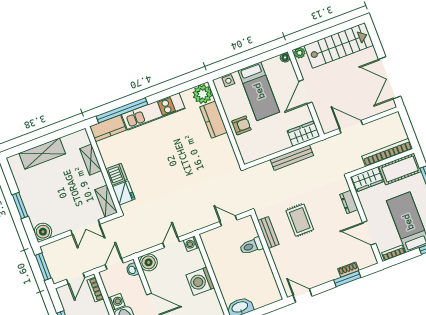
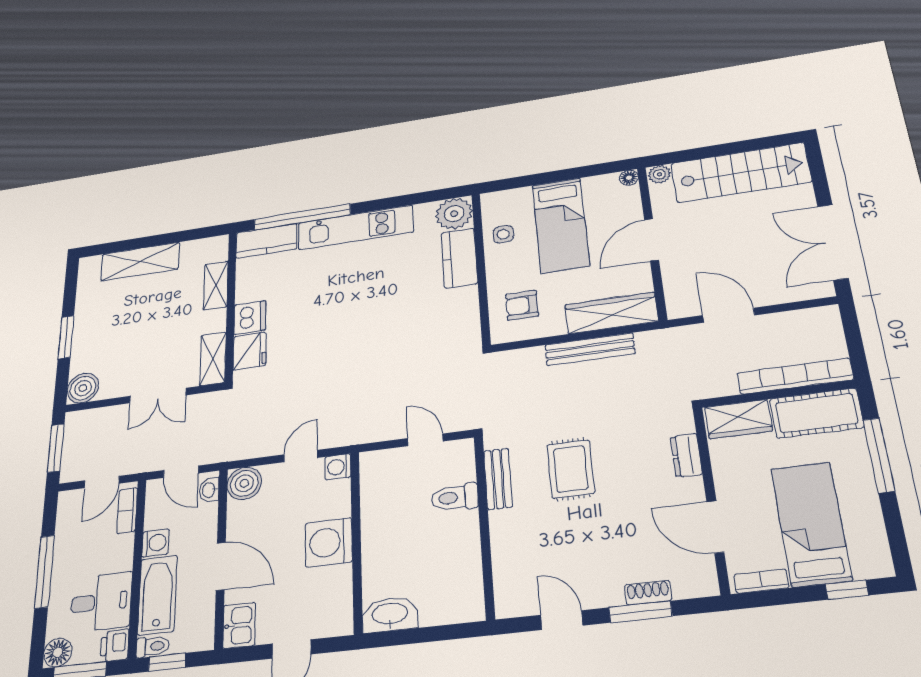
side table: (228, 81) -> (503, 234), moved
armchair: (242, 125) -> (522, 305), moved, turned 180
wardrobe: (303, 134) -> (611, 313), width x1.50
door: (114, 264) -> (181, 472), swing flipped
door: (303, 296) -> (562, 620), moved

